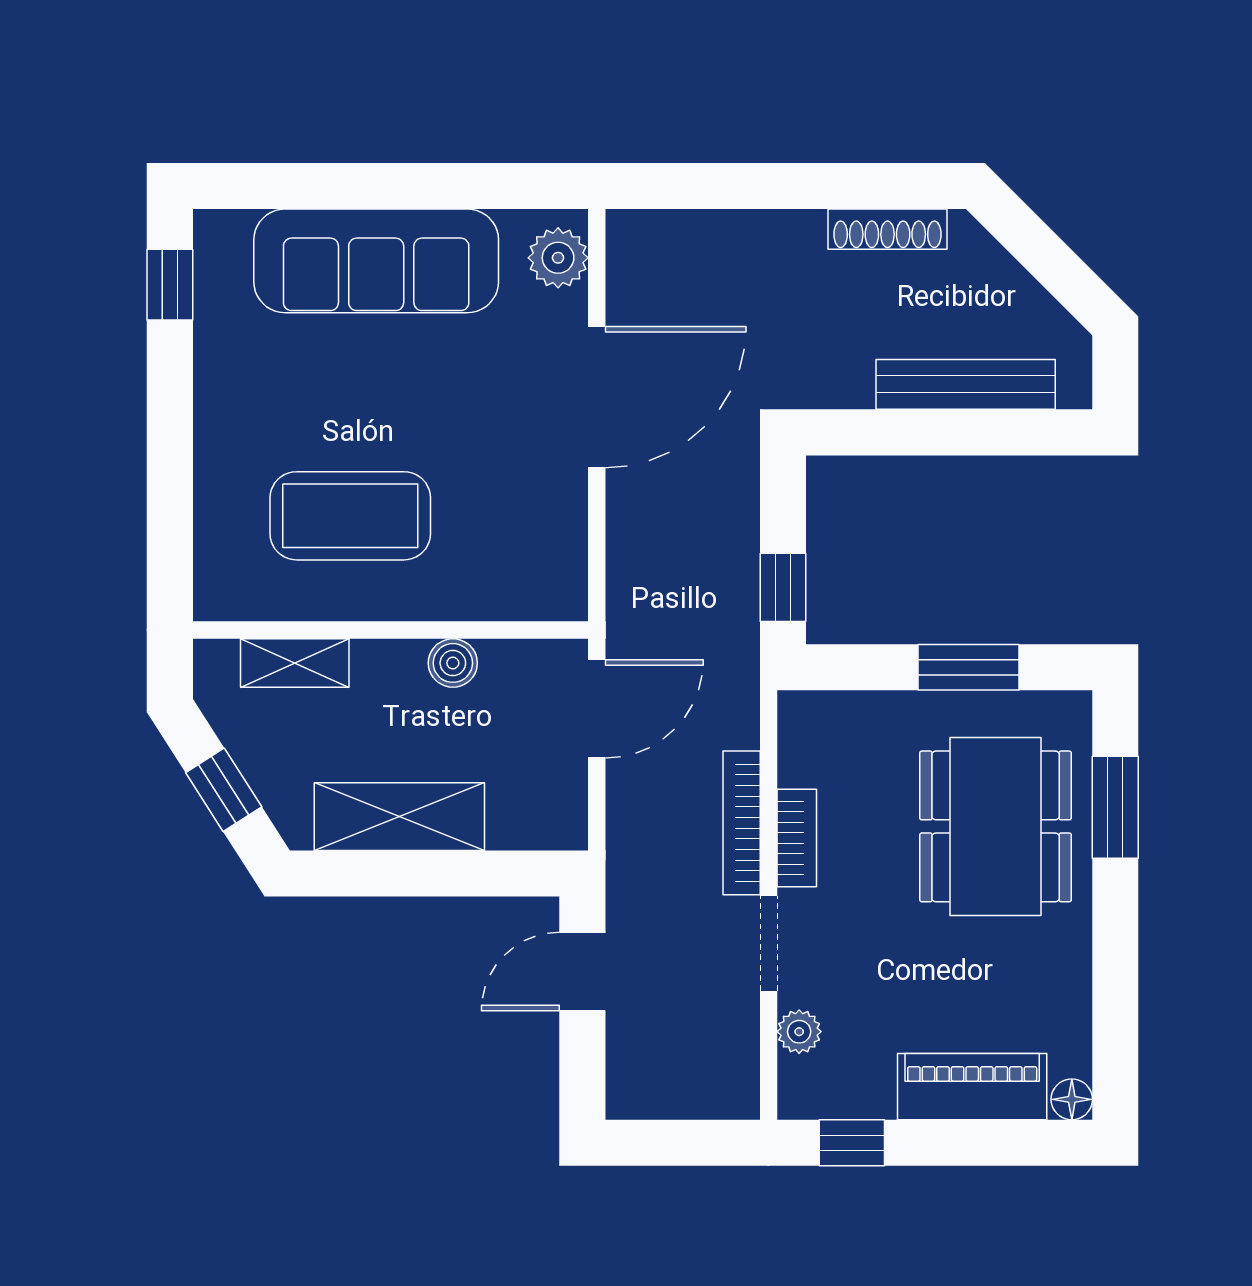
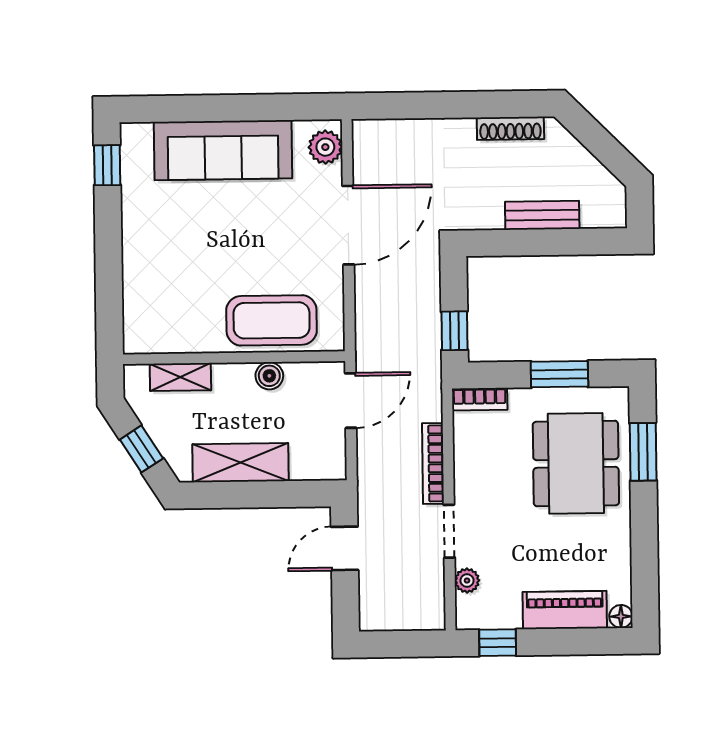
bench: (966, 384) -> (542, 215), width x0.73
coffee table: (350, 516) -> (272, 320), moved
bookcase: (797, 838) -> (480, 399), moved, turned 90

